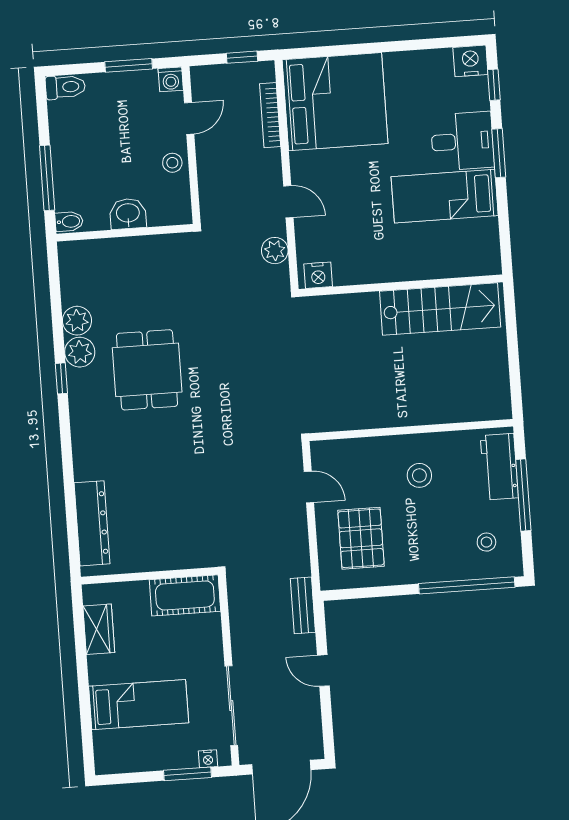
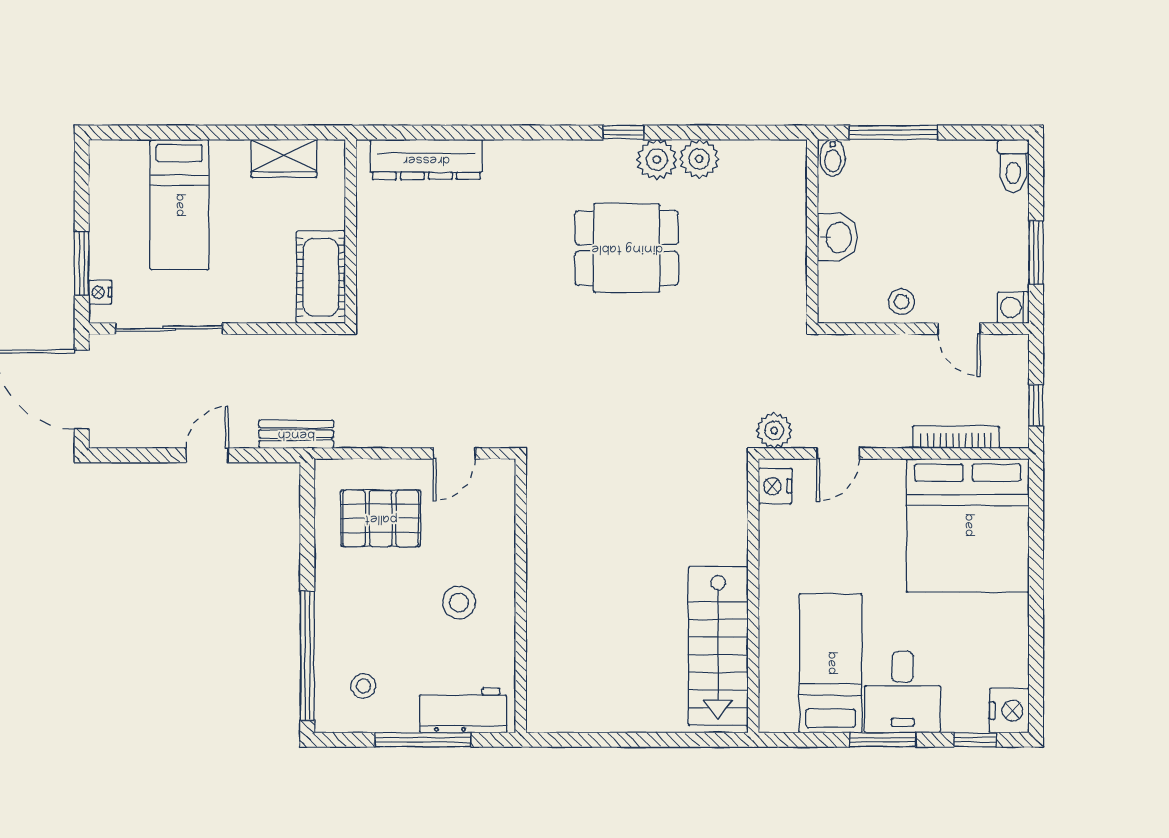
nightstand: (318, 275) -> (775, 486), moved
wall: (401, 286) -> (753, 596), moved
stairs: (440, 309) -> (718, 646), moved

